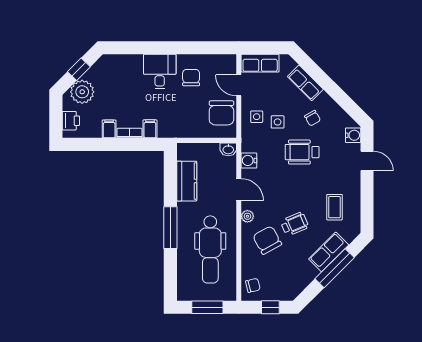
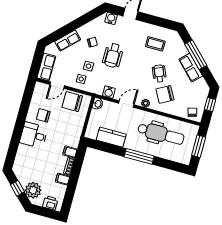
chair: (221, 113) -> (72, 102), turned 180
row of seats: (329, 252) -> (191, 68), moved

